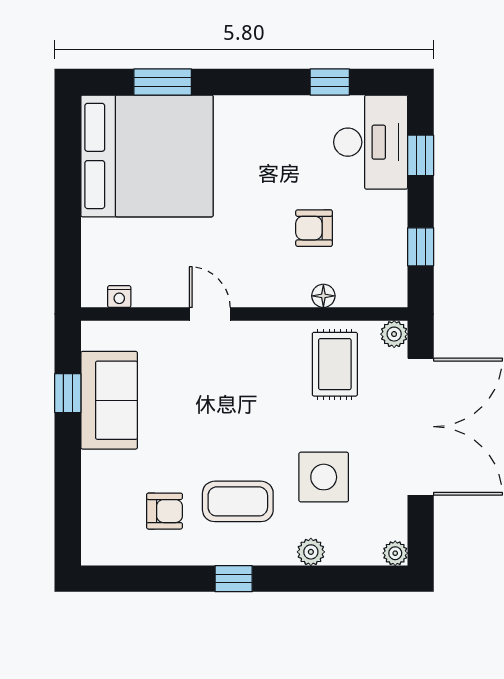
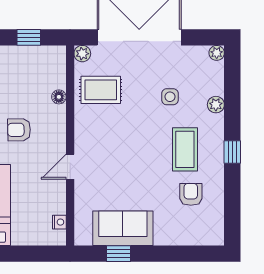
armchair: (314, 228) -> (19, 130), moved, turned 89
side table: (324, 477) -> (170, 97), width x0.54, depth x0.54

